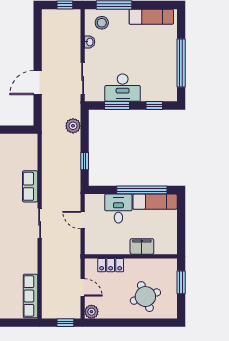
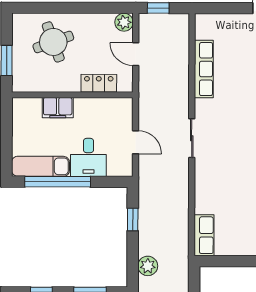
row of seats: (30, 186) -> (204, 235), moved
row of seats: (31, 296) -> (204, 69), moved

